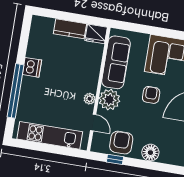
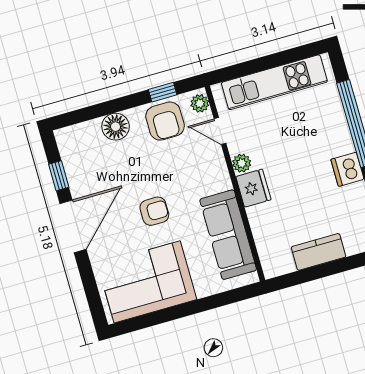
fridge: (96, 34) -> (253, 188), moved, turned 90
armchair: (151, 95) -> (154, 211), turned -90
plant: (109, 100) -> (200, 103), moved, width x0.53, depth x0.53

